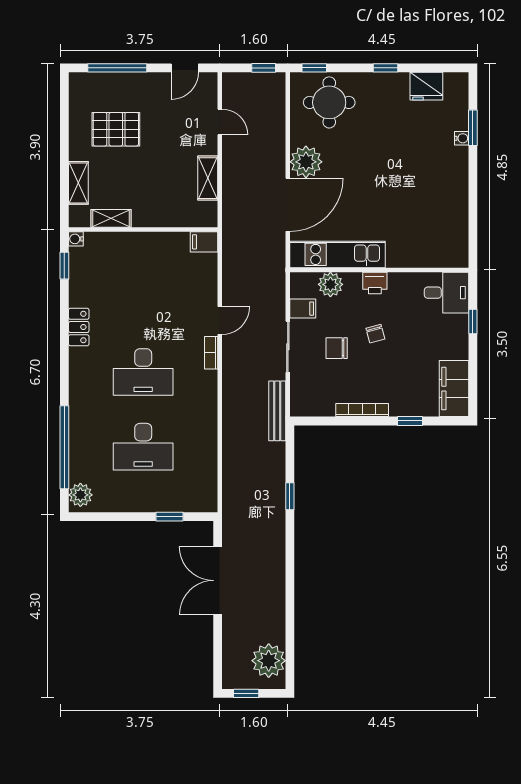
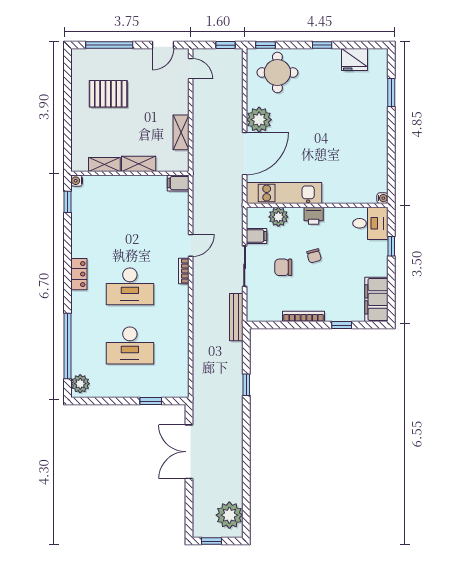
door: (220, 122) -> (191, 69), moved
water cooler: (462, 138) -> (382, 198), moved
shelving: (78, 183) -> (139, 164), moved, turned 90
locker: (79, 327) -> (79, 274), moved

